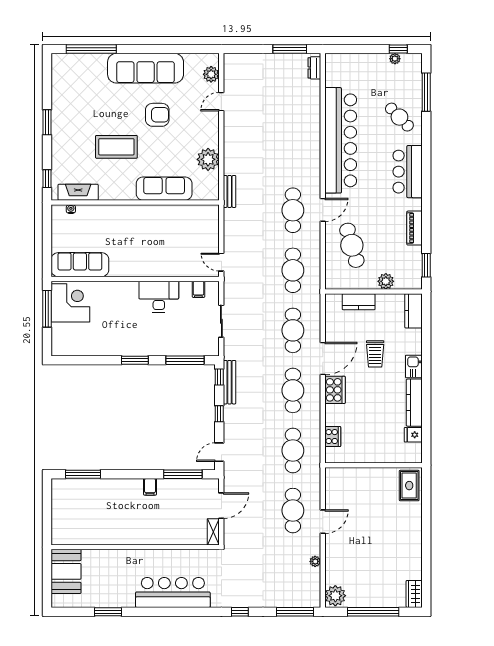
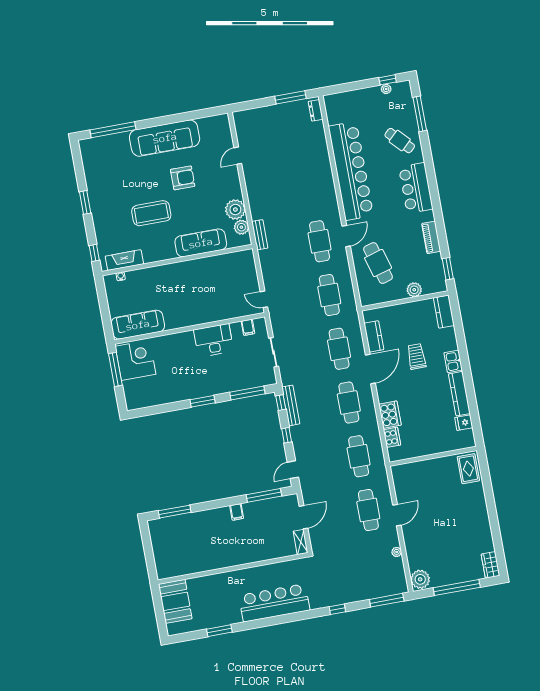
plant: (211, 74) -> (241, 227), moved
kitchen counter: (359, 302) -> (374, 336), moved, turned -90
trolley: (375, 354) -> (416, 356), turned 180
cooker: (335, 390) -> (390, 415), moved

